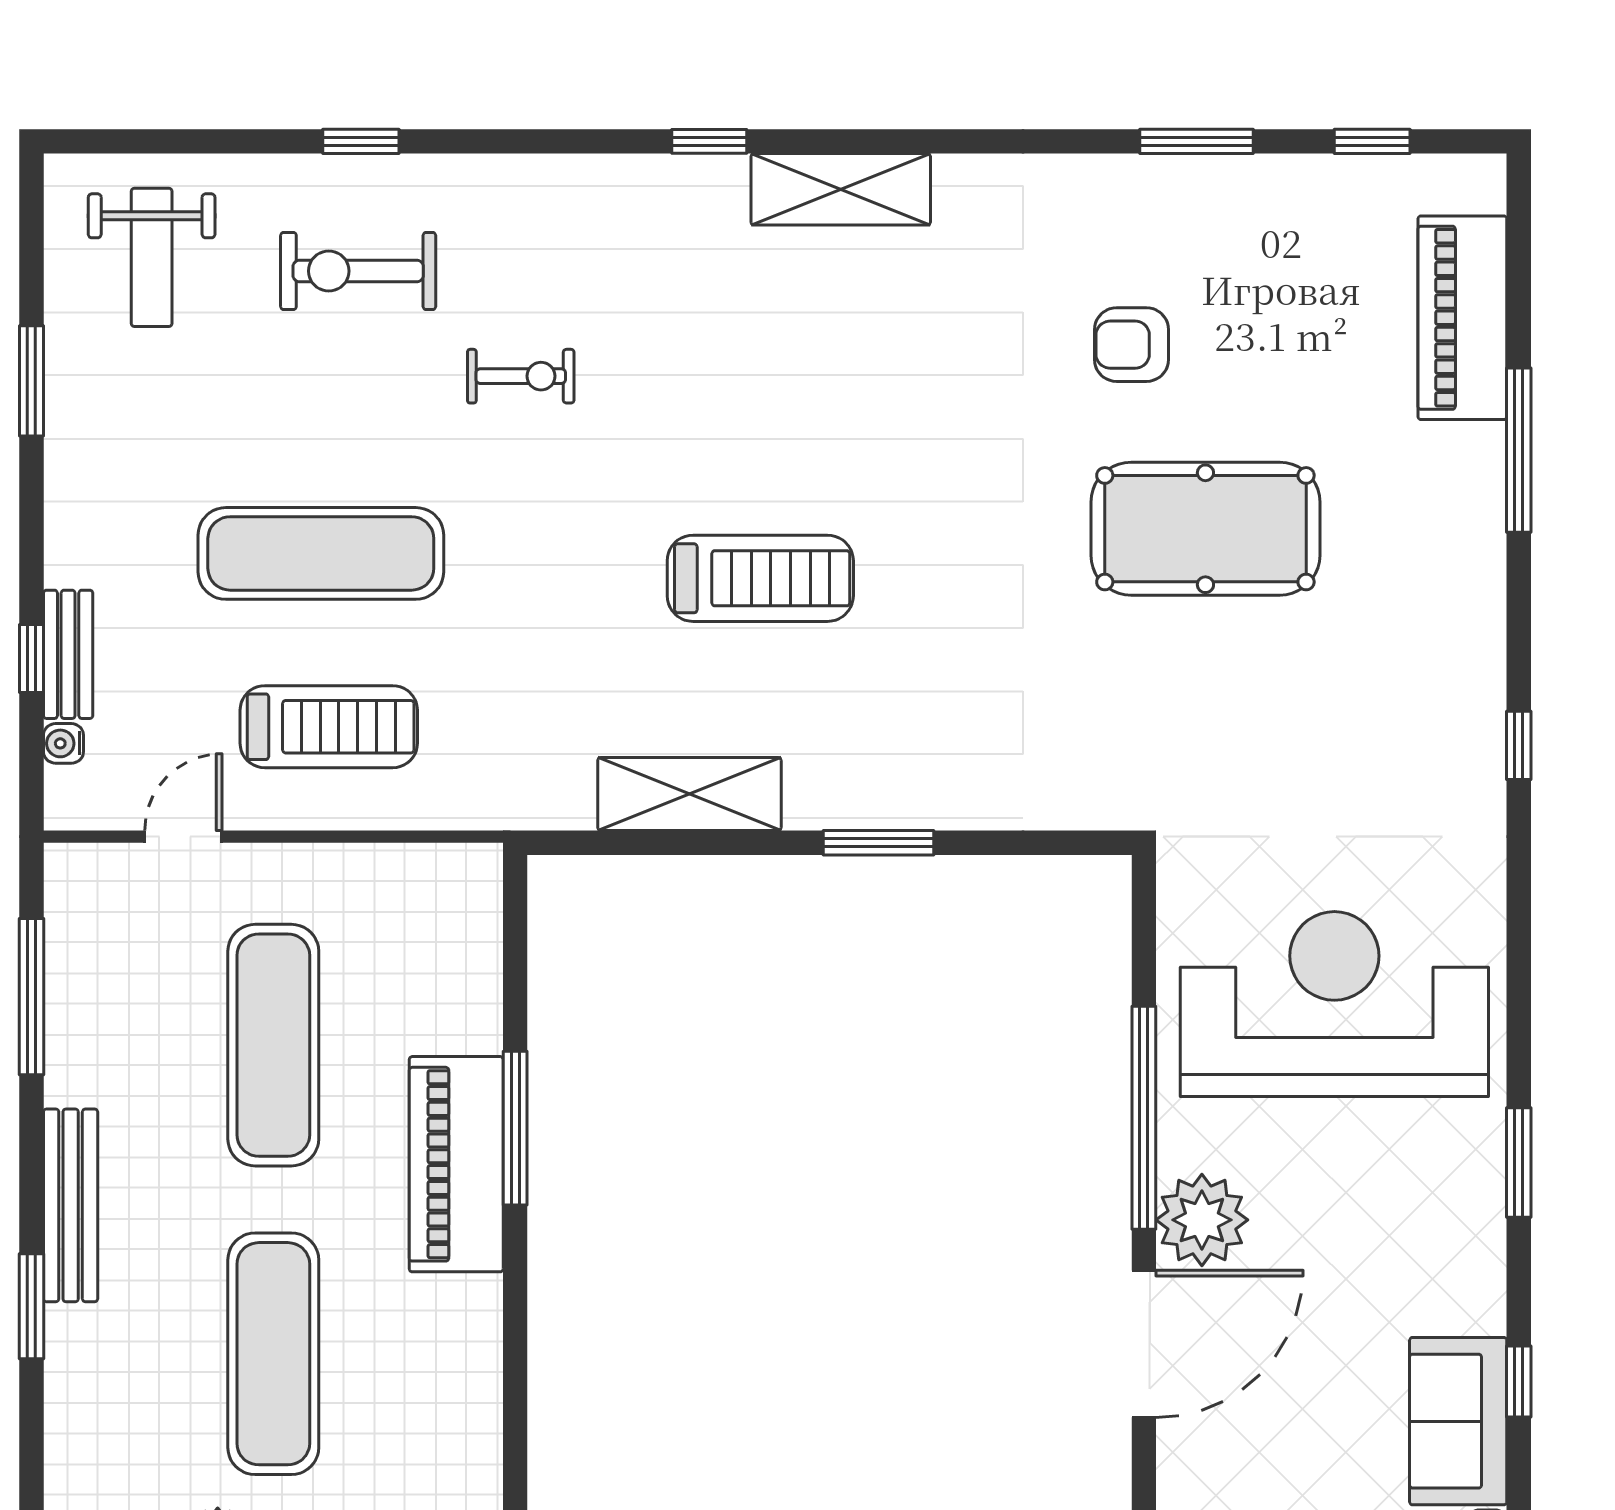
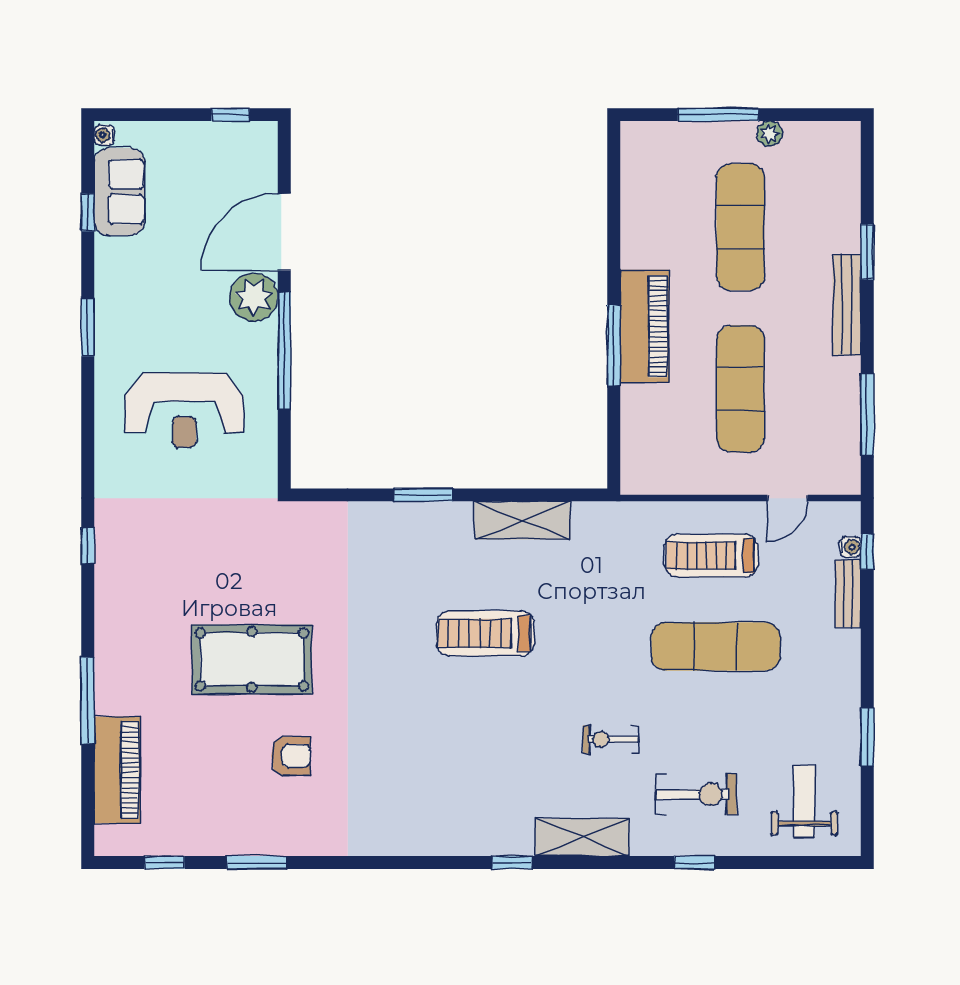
shelving: (841, 189) -> (582, 837), moved
window: (31, 659) -> (867, 552), moved
reception desk: (1334, 1004) -> (184, 410), width x0.74, depth x0.77

